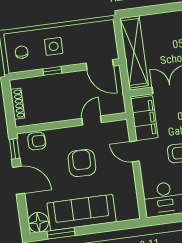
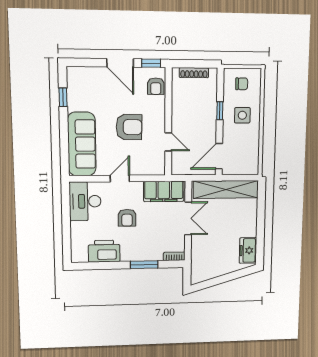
door: (134, 151) -> (120, 179), moved
door: (19, 180) -> (120, 63), hinge flipped
sofa: (82, 212) -> (82, 144), moved
floor lamp: (38, 222) -> (76, 76), removed
window: (61, 233) -> (63, 97), width x0.67

